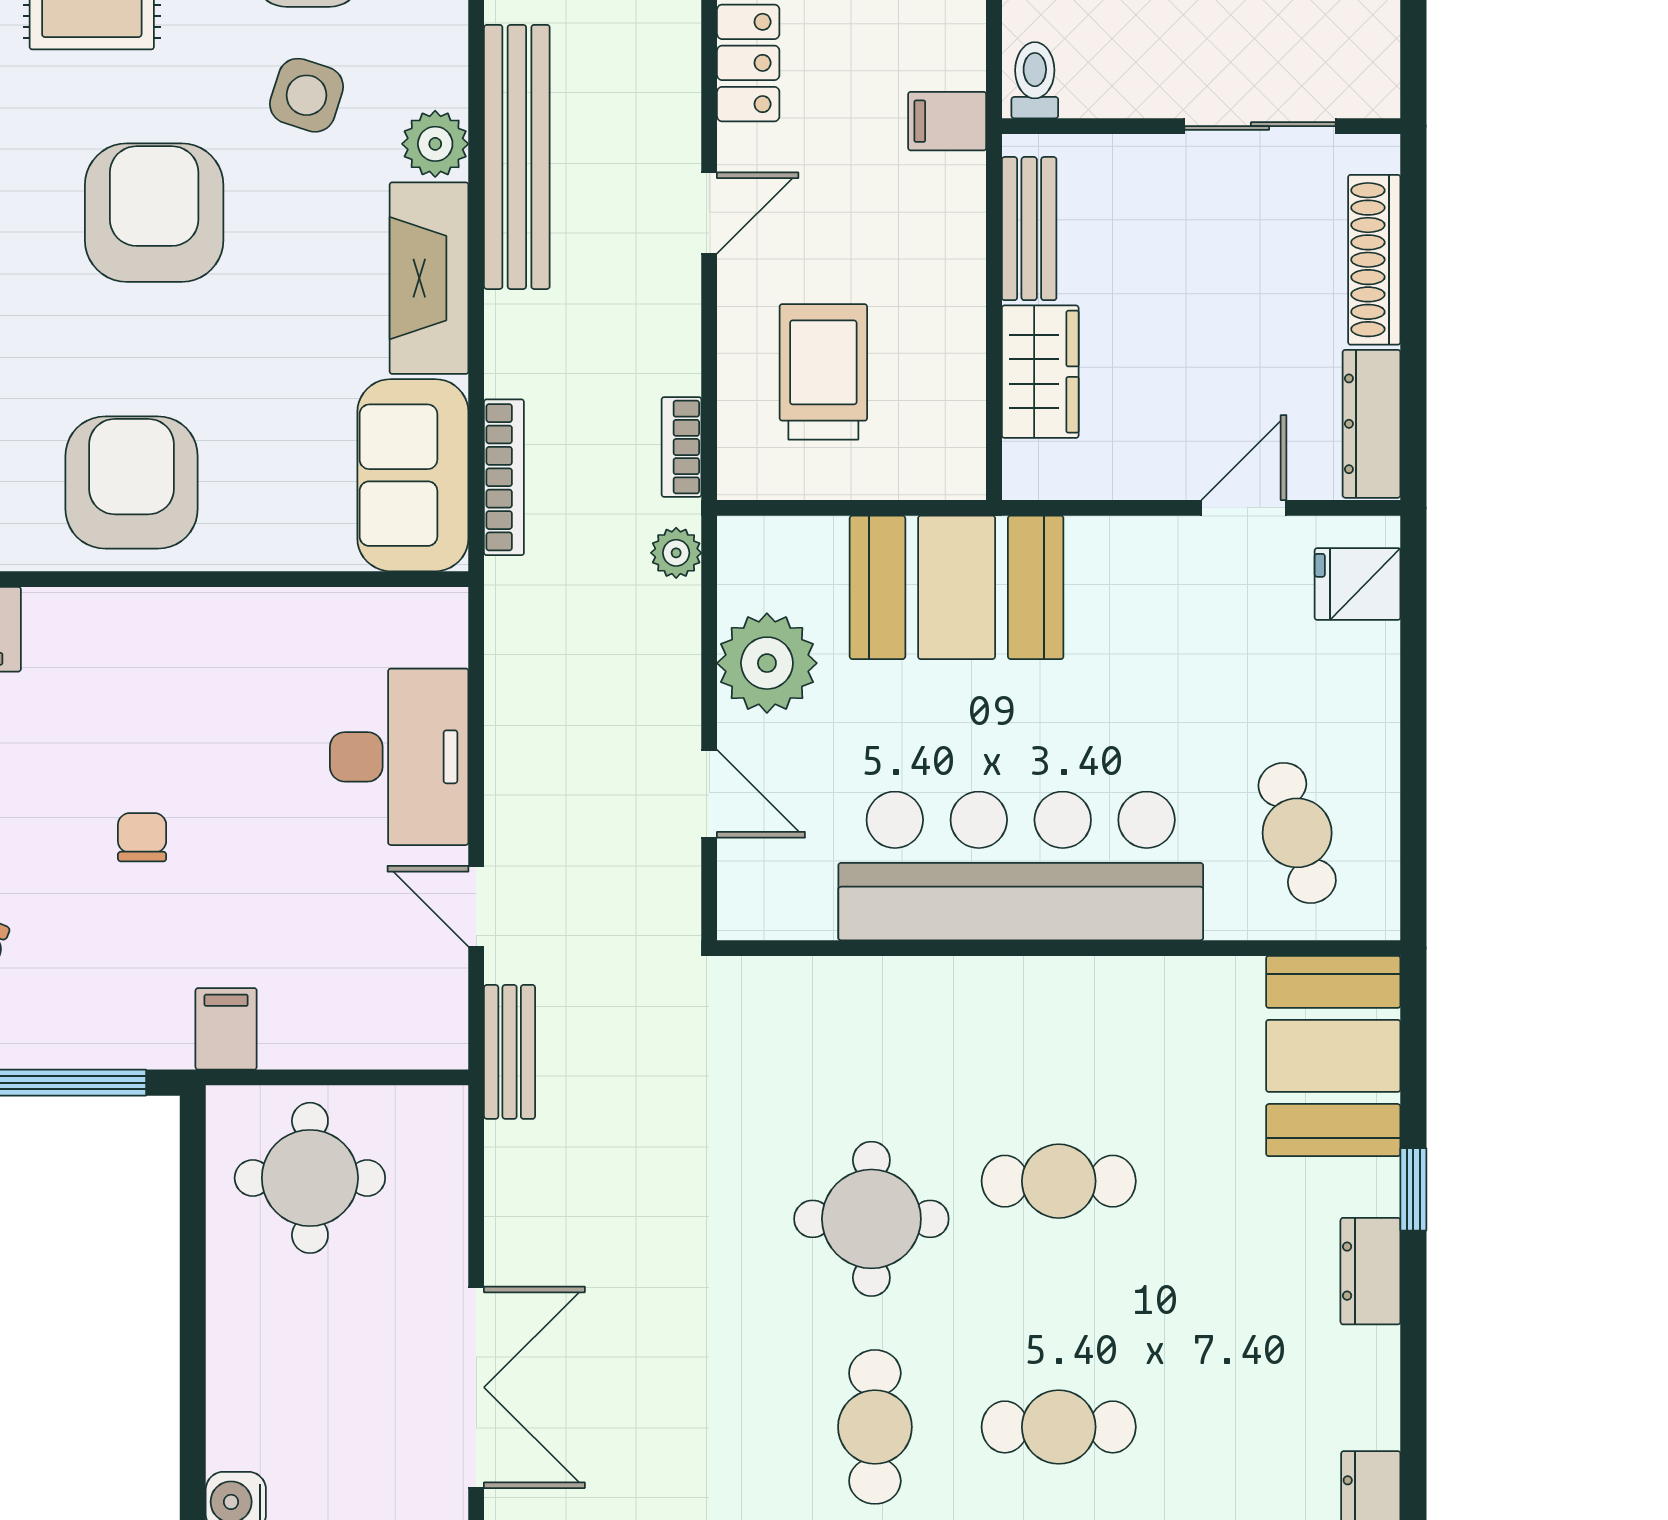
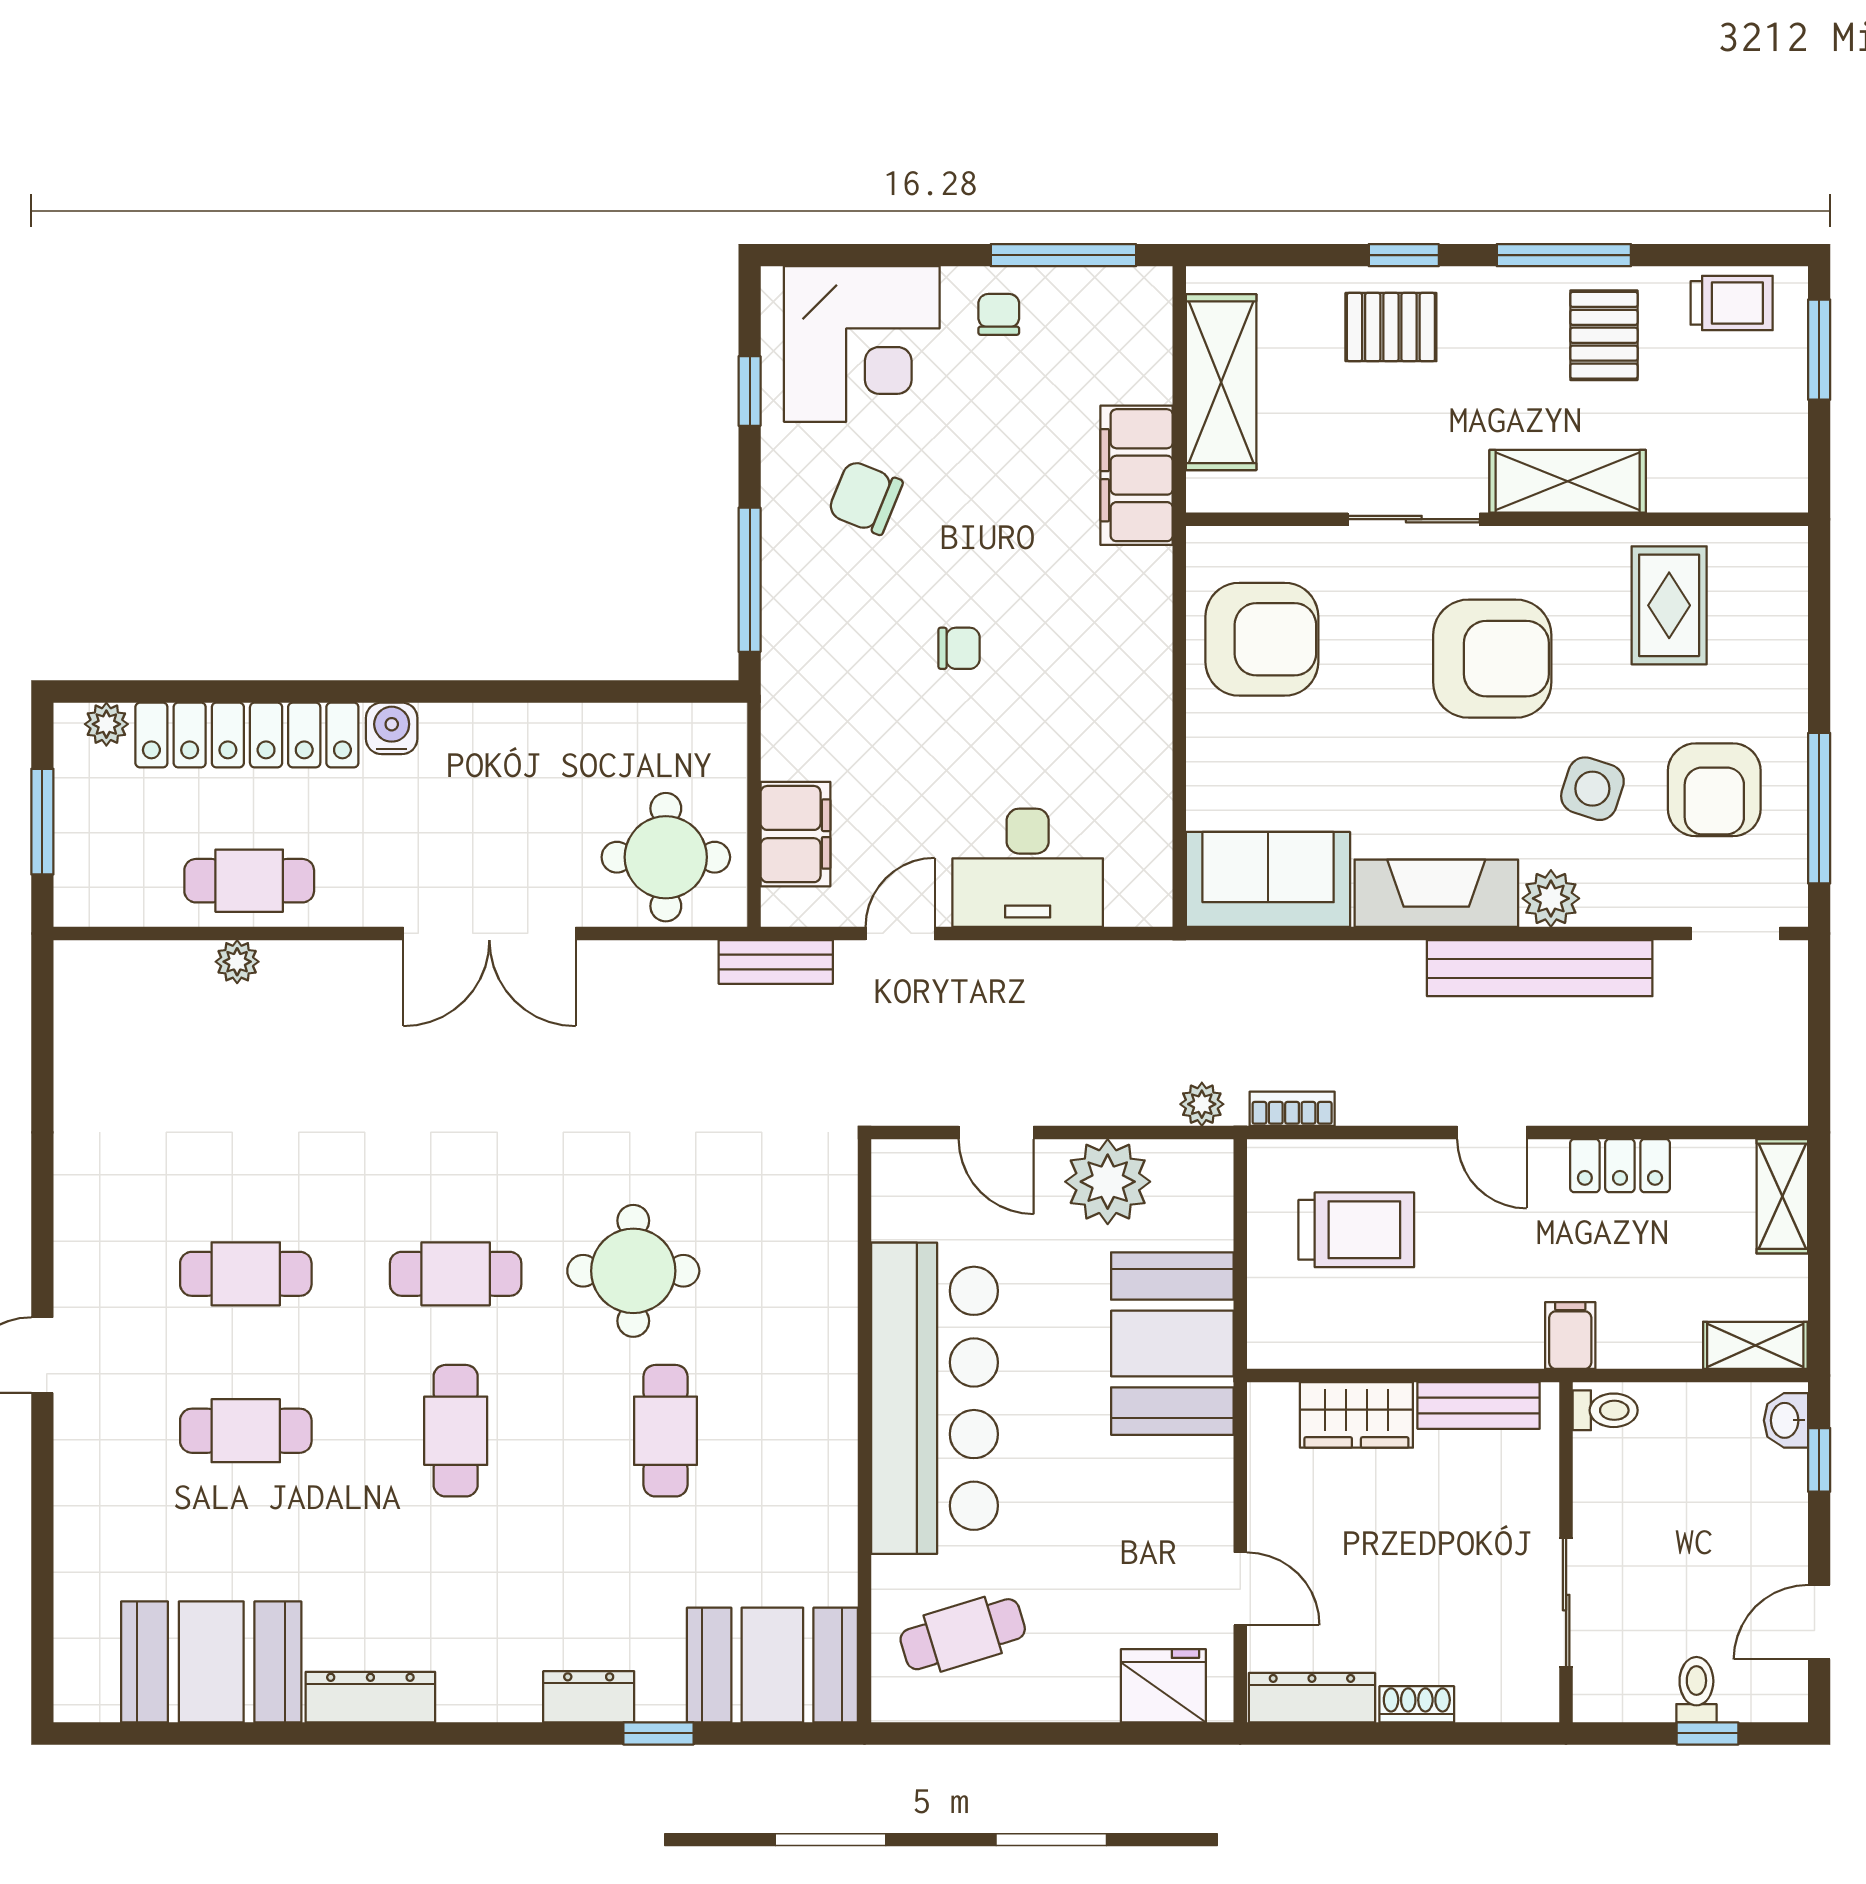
shoe rack: (1374, 260) -> (1417, 1704), width x0.51, depth x0.81
bookcase: (504, 477) -> (1266, 957), removed
fridge: (1358, 584) -> (1163, 1686), width x1.38
door: (709, 794) -> (996, 1132), hinge flipped
filing cabinet: (226, 1029) -> (795, 834), moved, width x2.00
round table: (310, 1178) -> (666, 857), moved

